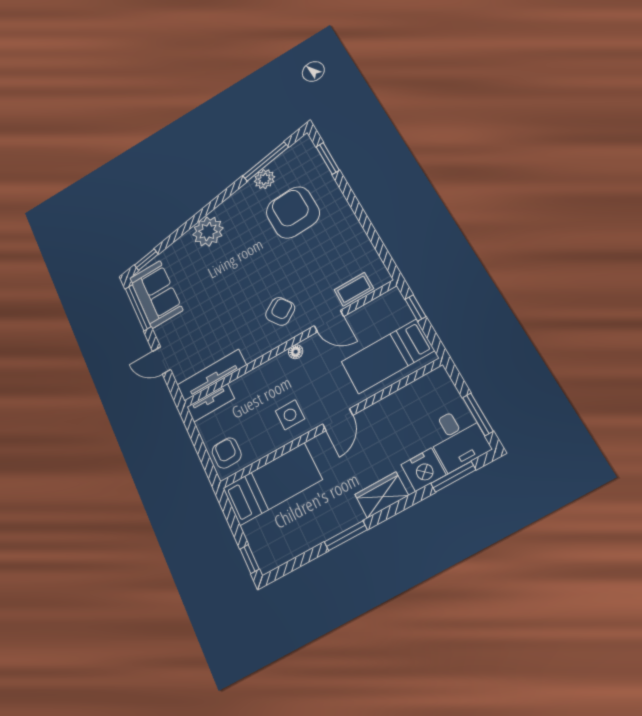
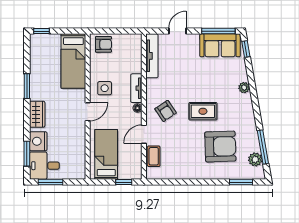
plant: (264, 179) -> (255, 159), moved
plant: (208, 231) -> (244, 88), width x0.53, depth x0.53
rug: (256, 263) -> (203, 111), added
tv unit: (211, 403) -> (136, 88), moved
door: (338, 420) -> (88, 112), swing flipped

